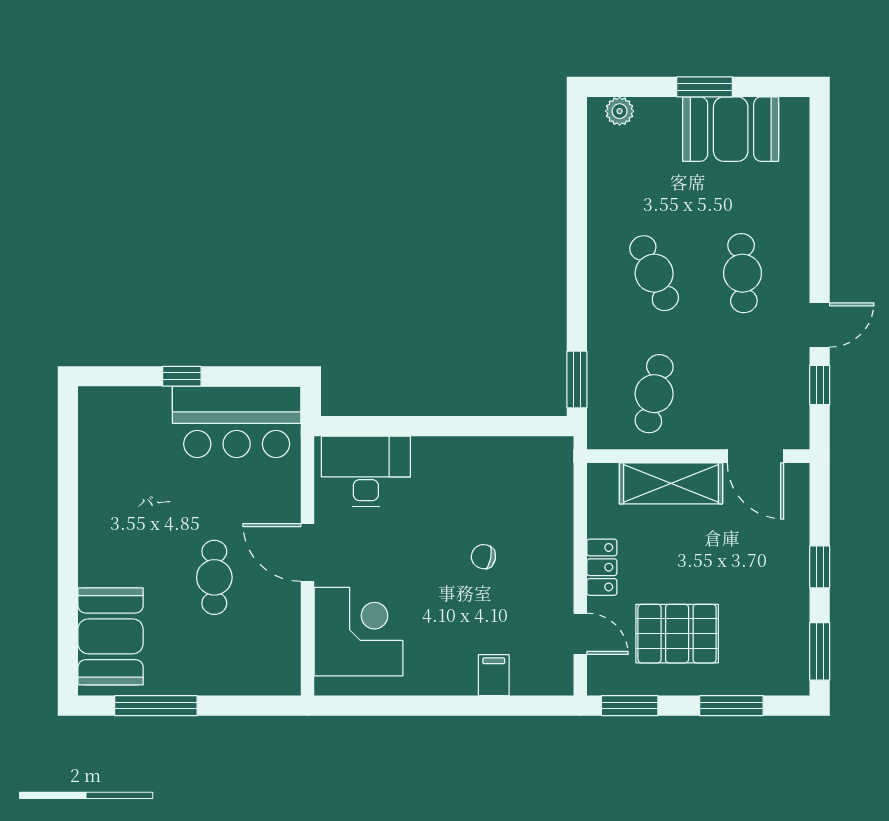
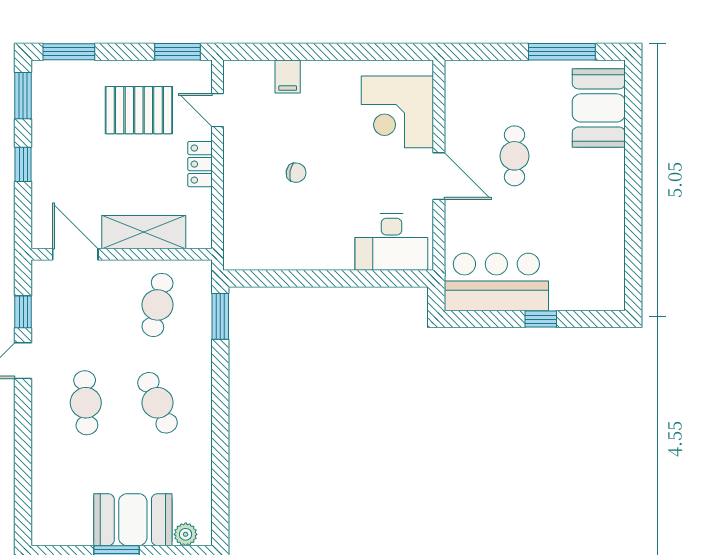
booth: (731, 129) -> (133, 520), moved
window: (731, 706) -> (69, 52), moved

